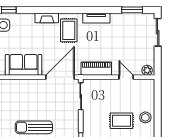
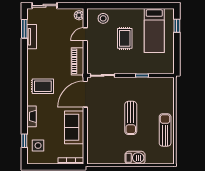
fireplace: (47, 18) -> (31, 116), moved
tv unit: (96, 18) -> (32, 37), moved
door: (60, 77) -> (85, 94), hinge flipped
stool: (145, 117) -> (103, 18), moved

